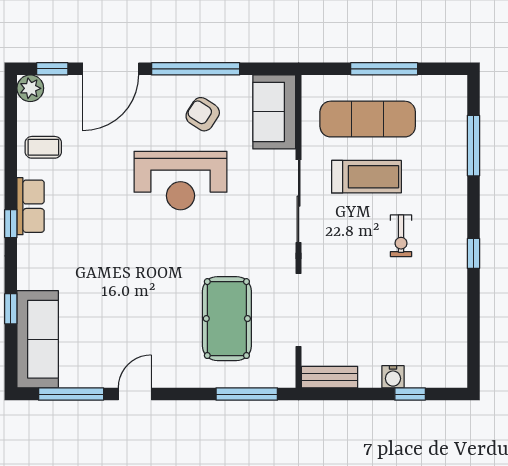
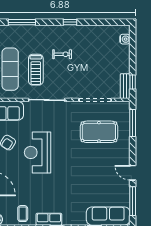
treadmill: (366, 177) -> (36, 70), turned 180
reception desk: (180, 181) -> (37, 152), turned 180
water cooler: (393, 377) -> (125, 39), moved
window: (410, 394) -> (133, 82), moved

